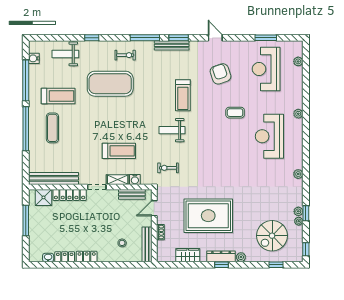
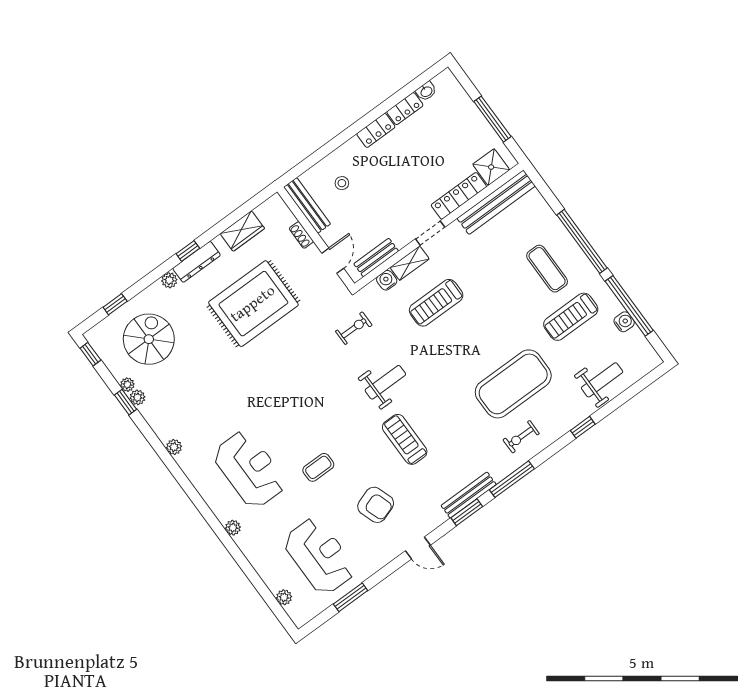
water cooler: (34, 58) -> (624, 322), moved

